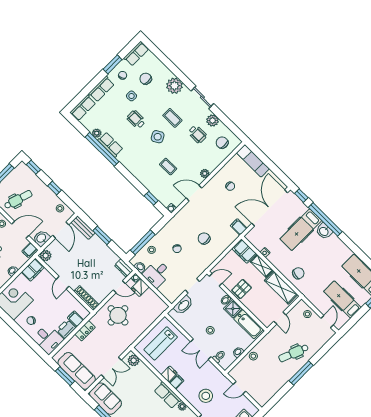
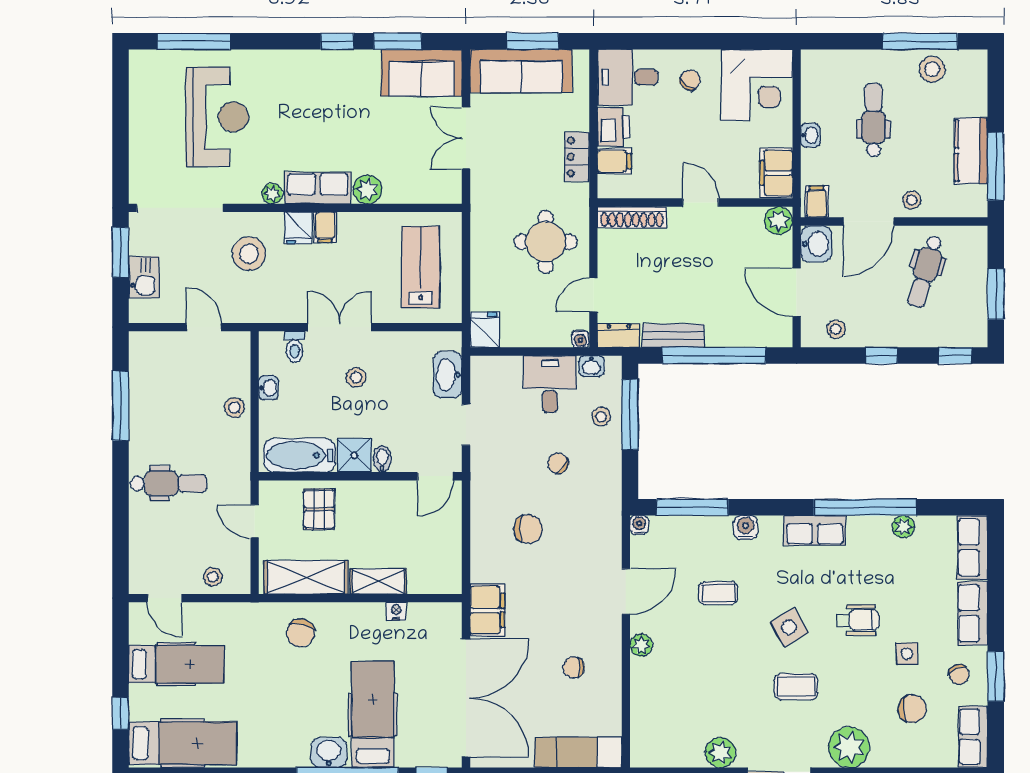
wheelchair: (197, 134) -> (723, 702), removed
chair: (222, 143) -> (665, 730), removed
row of seats: (110, 145) -> (815, 530), moved
water cooler: (142, 177) -> (746, 527), added
window: (151, 198) -> (692, 507), width x2.17
filing cabinet: (239, 227) -> (487, 610), width x2.00
bench: (83, 228) -> (673, 336), moved
window: (102, 235) -> (714, 356), width x2.11
filing cabinet: (244, 251) -> (434, 577), removed
fridge: (140, 288) -> (485, 330), moved
pallet: (242, 289) -> (319, 509), moved
dental chair: (294, 353) -> (169, 483), turned 69
plant: (134, 360) -> (368, 190), moved
window: (301, 373) -> (120, 406), moved
fridge: (169, 374) -> (298, 228), moved
door: (239, 388) -> (204, 327), hinge flipped

